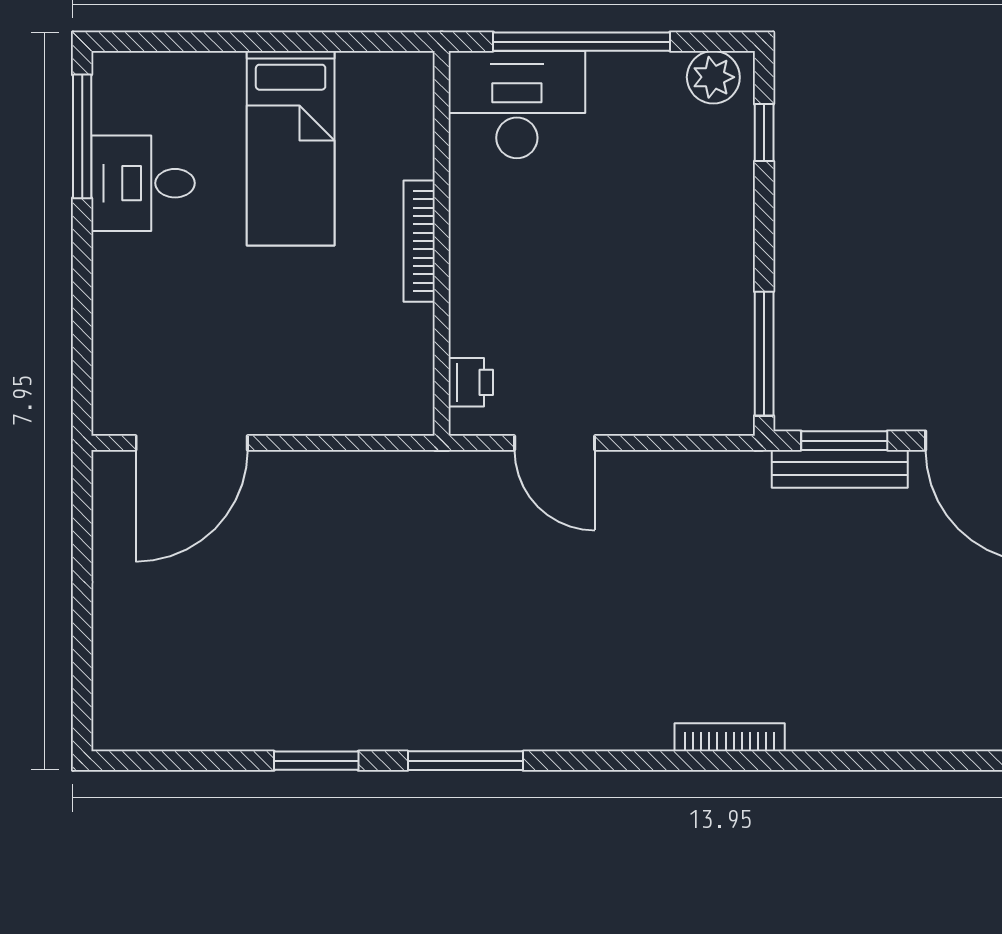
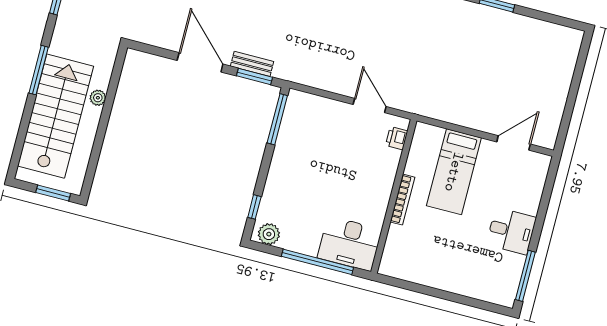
bed: (291, 148) -> (454, 172), moved, turned 180
desk: (143, 183) -> (511, 231), moved
door: (192, 443) -> (514, 143), width x0.73
bench: (840, 469) -> (252, 64), width x0.73

